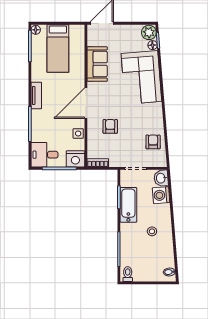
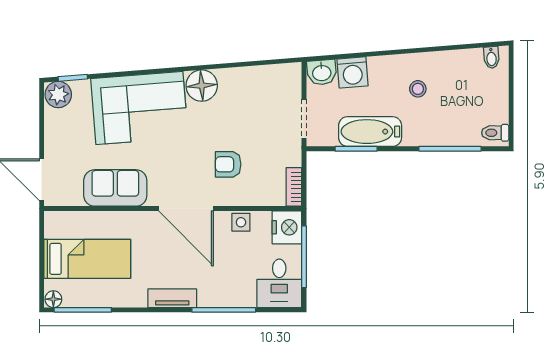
floor lamp: (153, 45) -> (202, 86), moved, width x1.89, depth x1.89
armchair: (153, 142) -> (256, 87), removed

